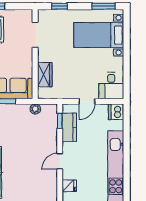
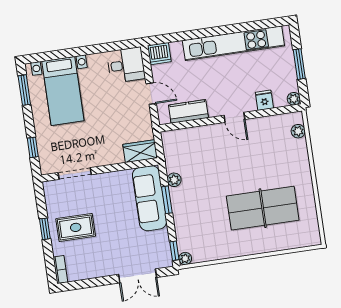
wardrobe: (45, 75) -> (140, 151), moved
plant: (35, 109) -> (174, 180), moved
window: (60, 121) -> (182, 125), removed

